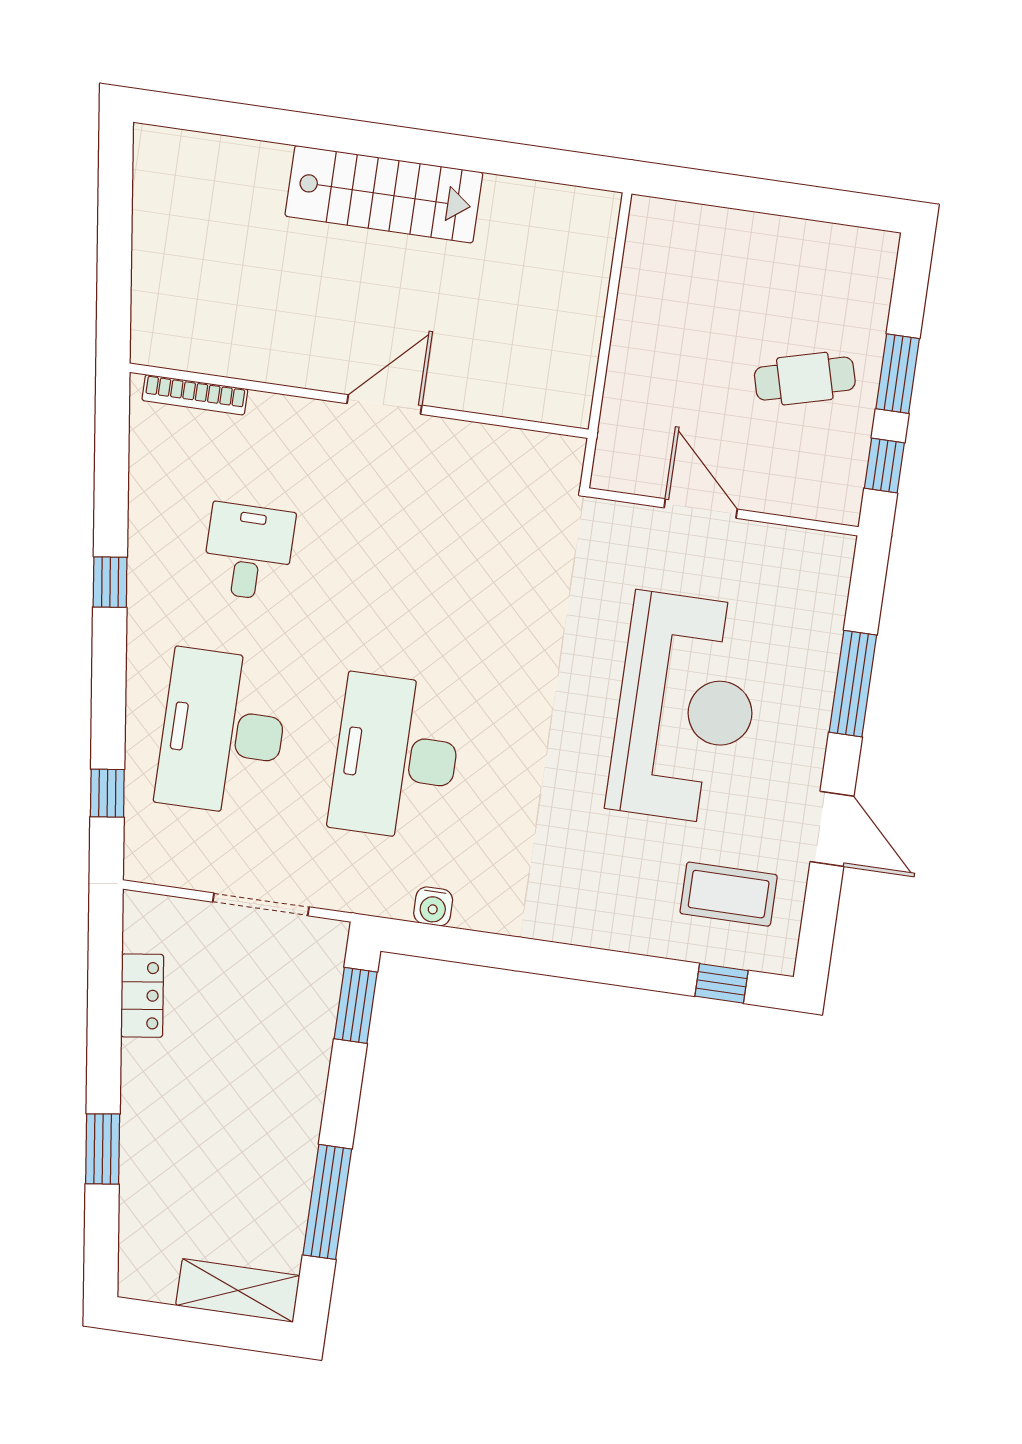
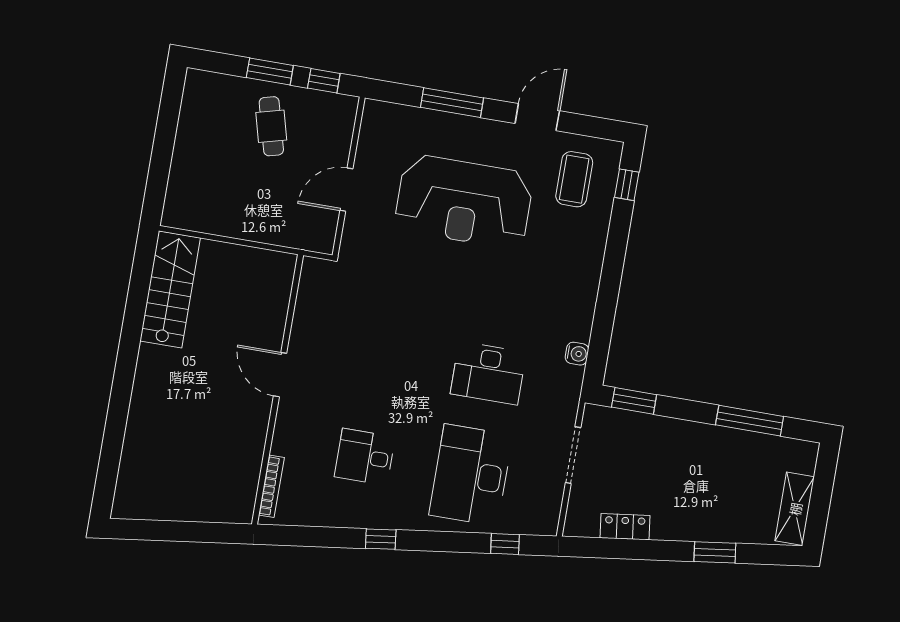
stairs: (384, 194) -> (170, 289), moved
reception desk: (686, 708) -> (464, 202), turned 180
desk: (223, 732) -> (471, 475), turned 90
desk: (396, 757) -> (488, 373), width x0.73, depth x0.77
shelving: (238, 1290) -> (795, 509), moved

